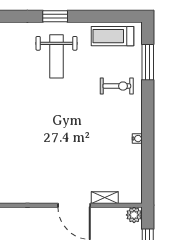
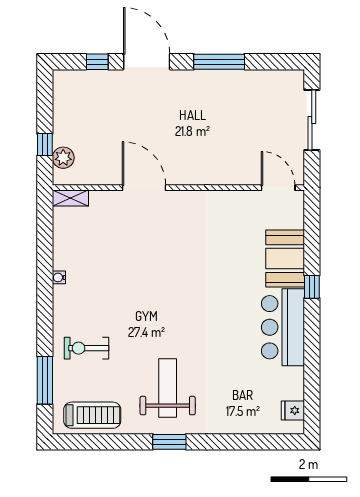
shelving: (105, 198) -> (70, 198), moved
plant: (134, 215) -> (63, 158), moved

